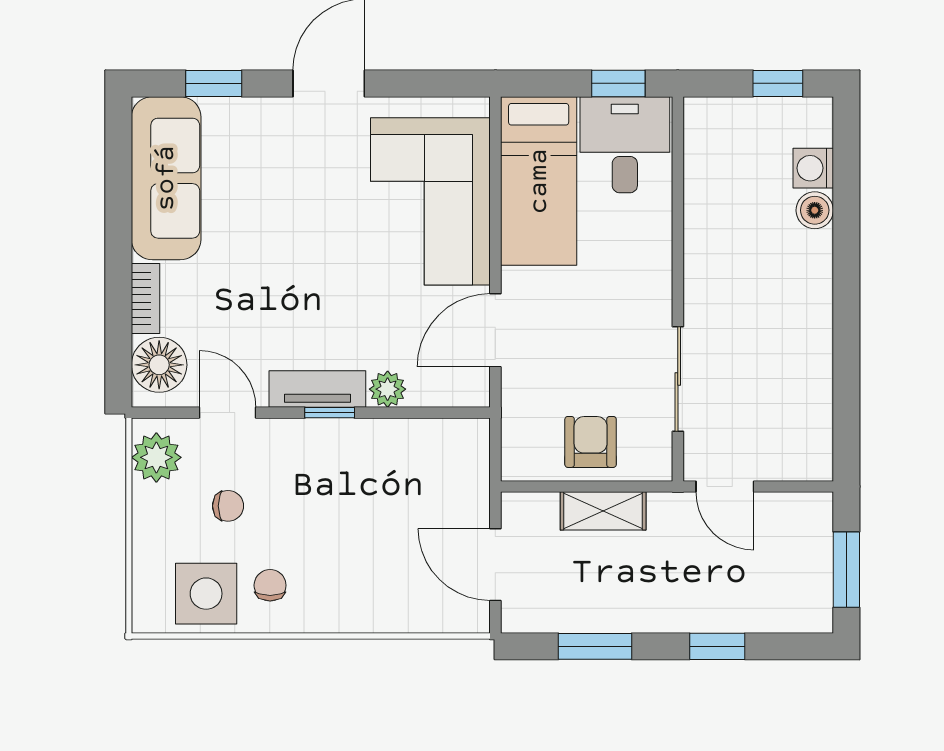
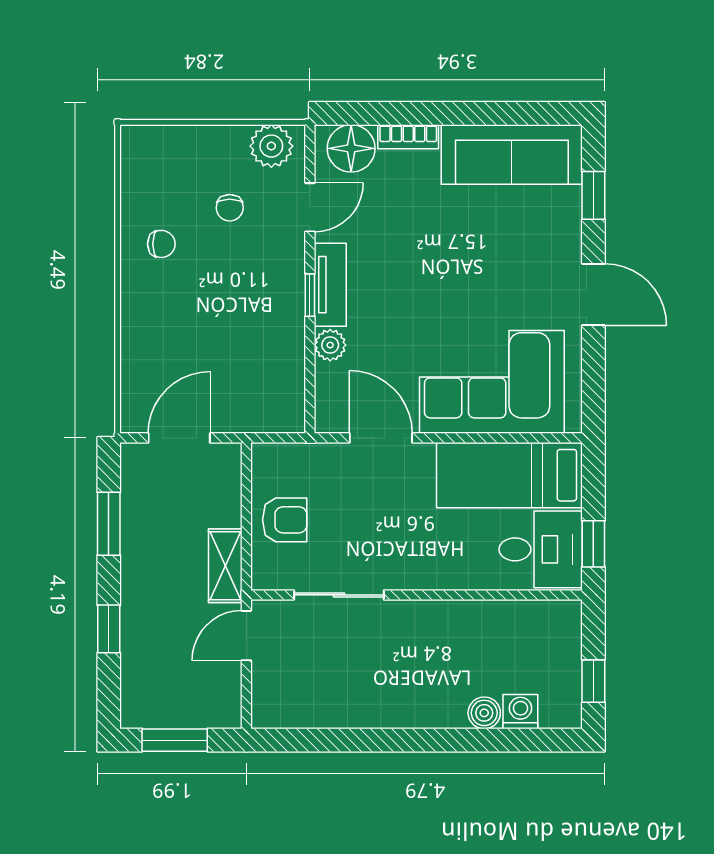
shelving: (603, 511) -> (225, 566), moved
side table: (206, 594) -> (154, 189), removed

